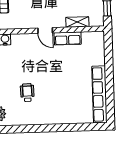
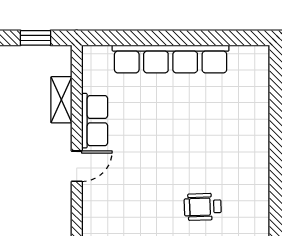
row of seats: (100, 94) -> (171, 59), moved

